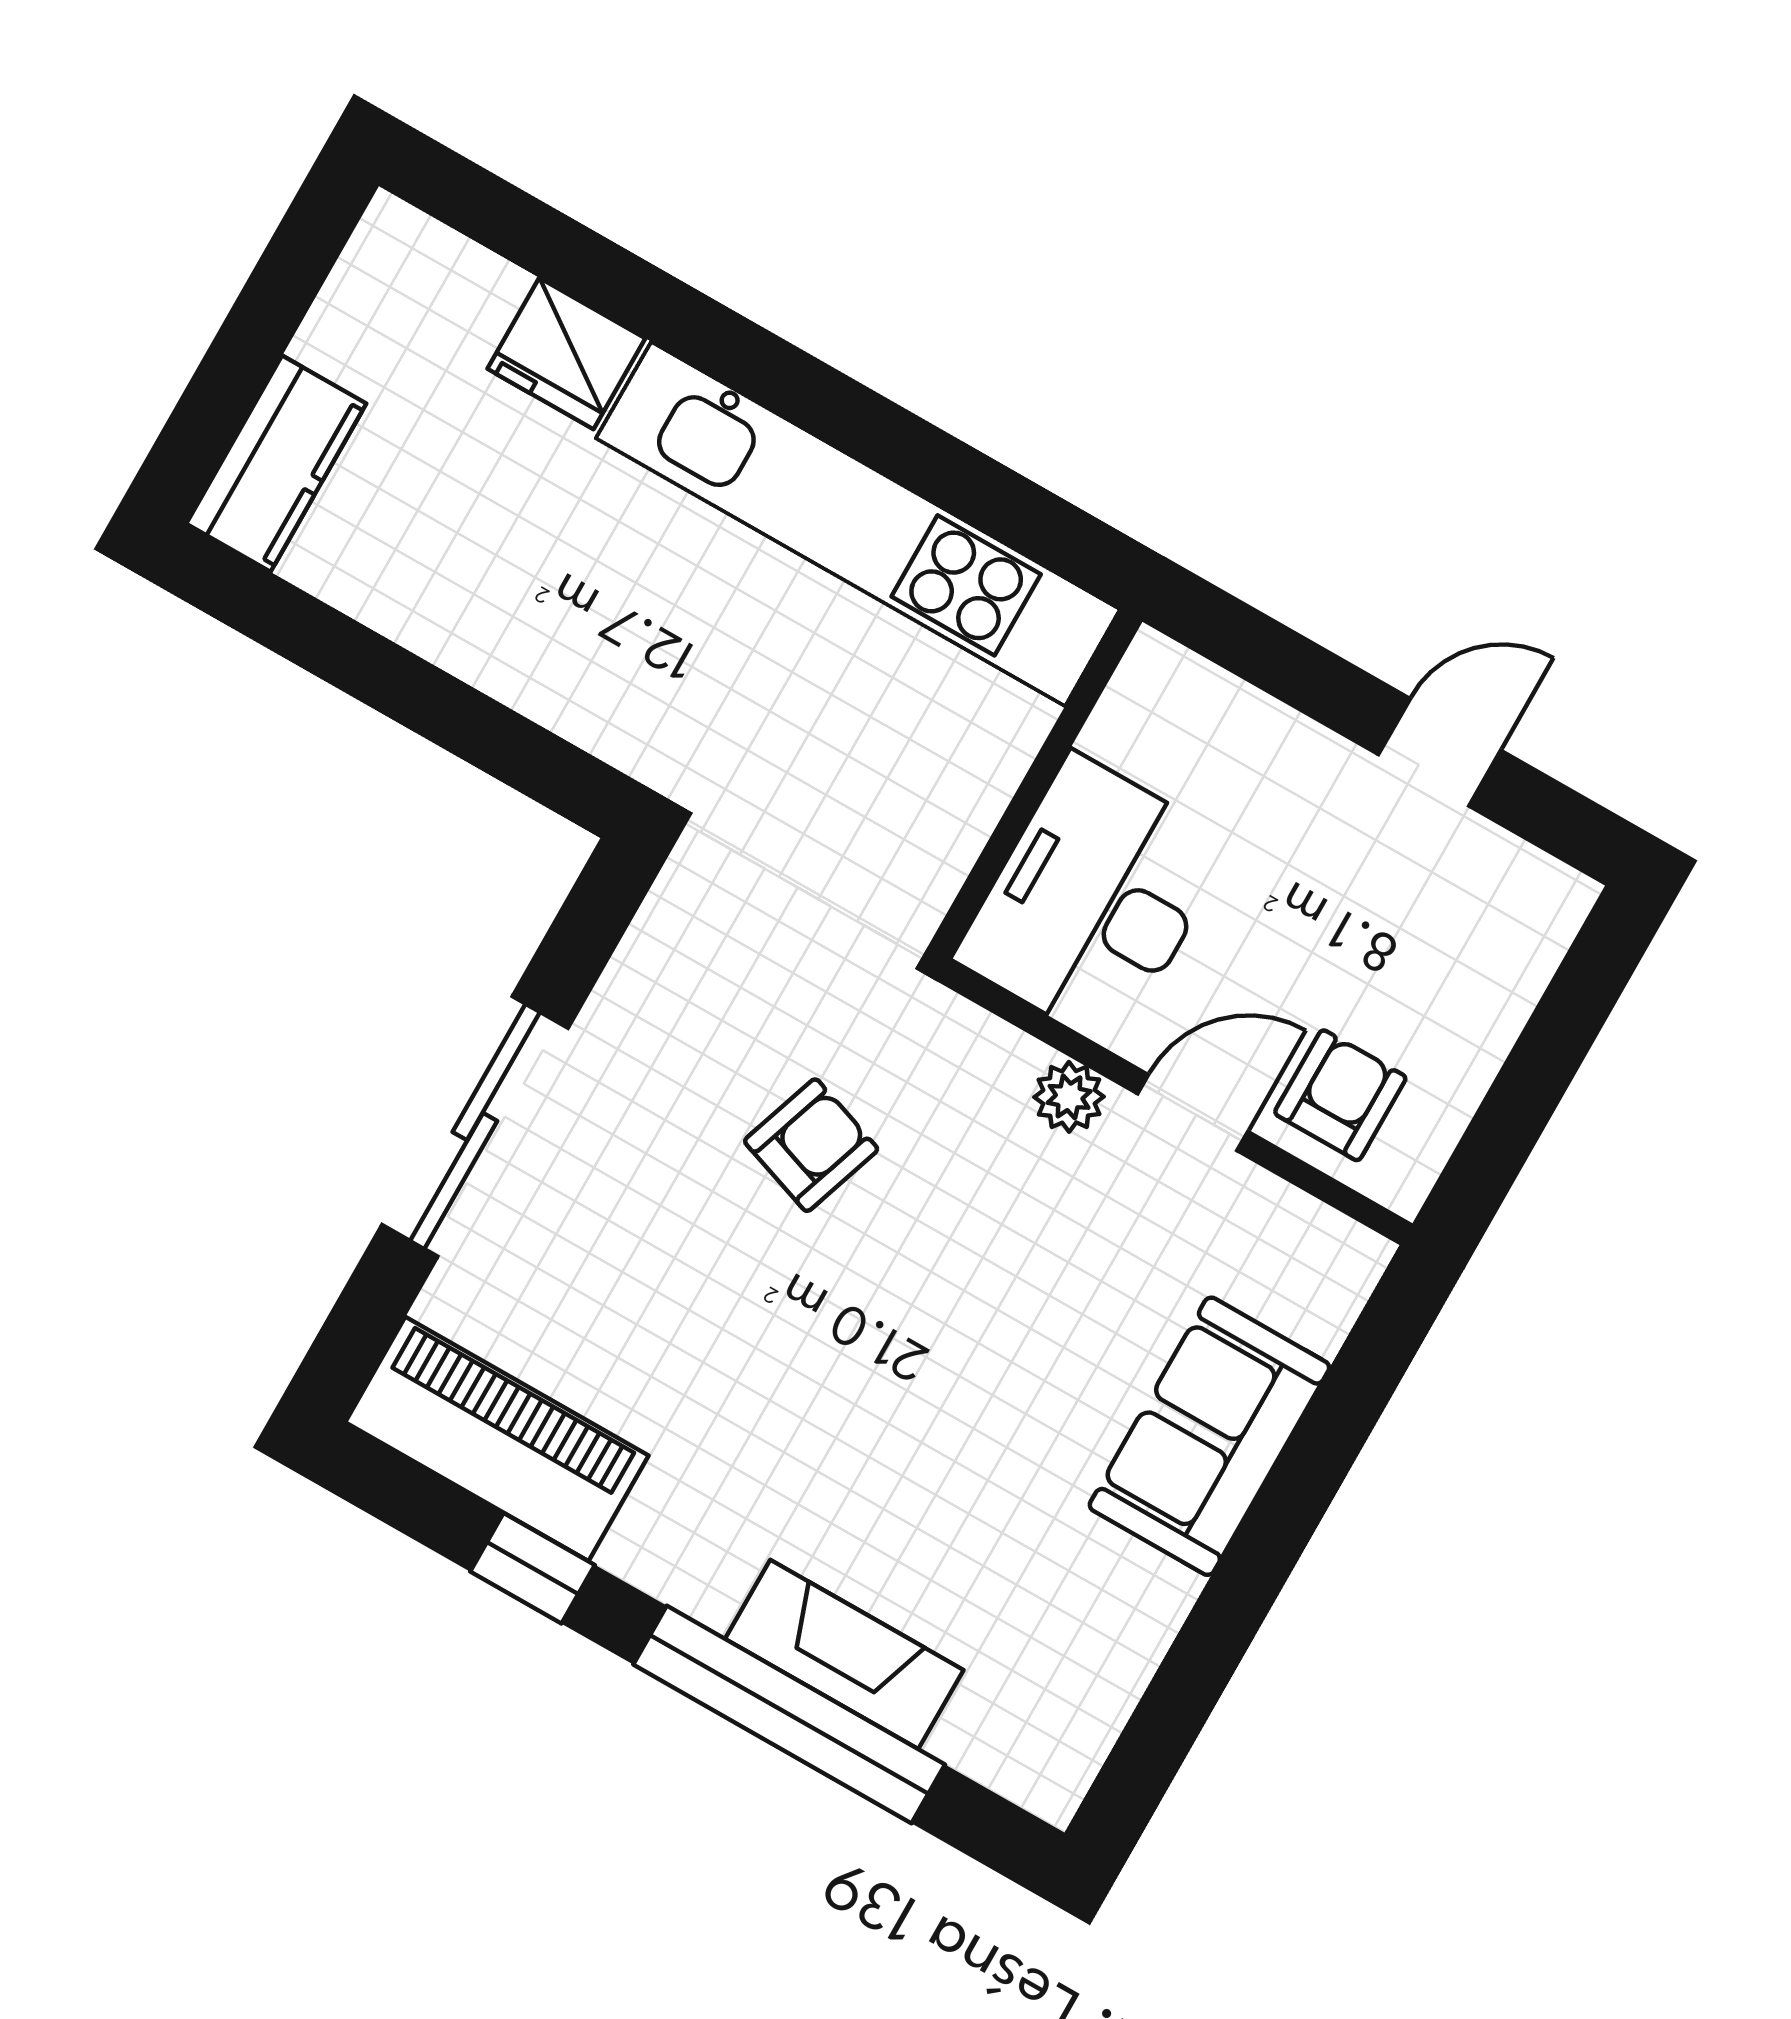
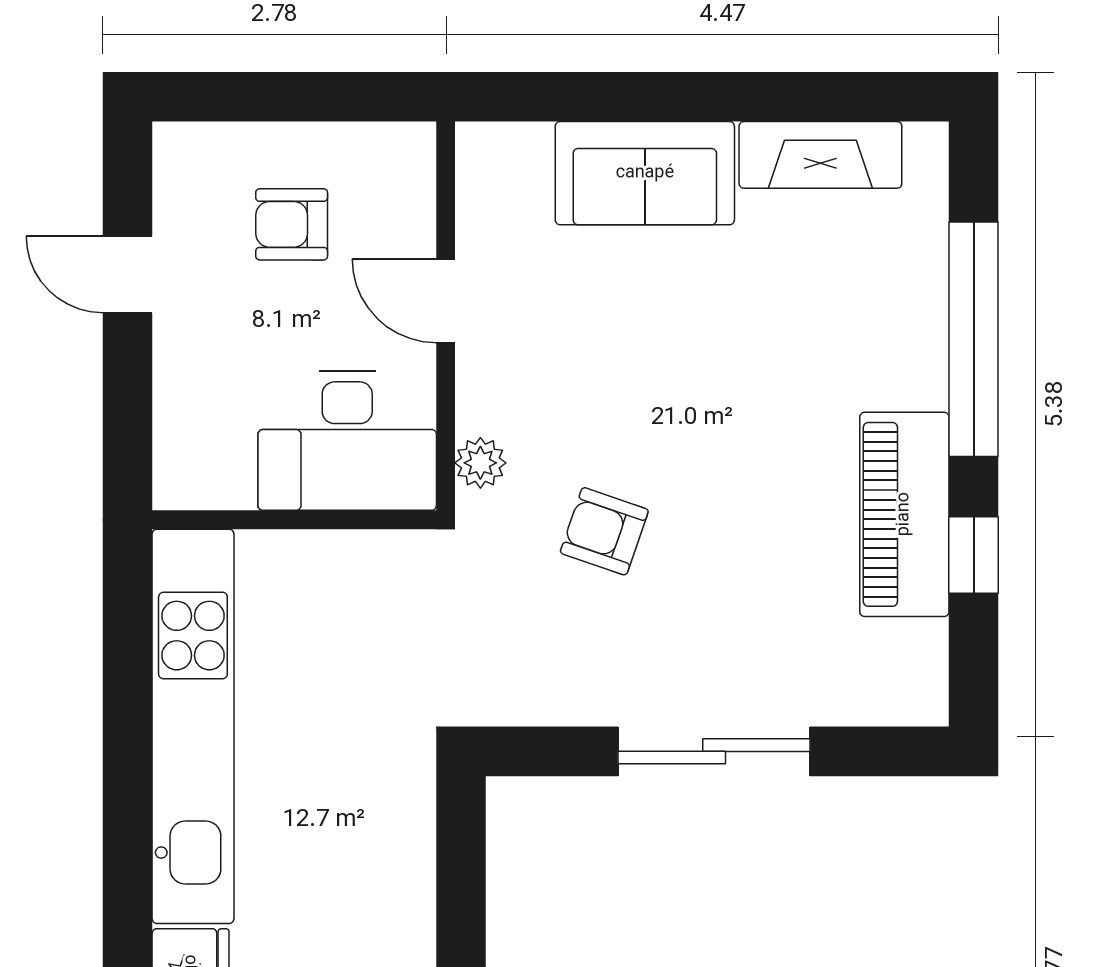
armchair: (1340, 1095) -> (292, 224), moved
plant: (1069, 1097) -> (480, 463), moved
piano: (497, 1439) -> (904, 514), moved
fireplace: (844, 1654) -> (820, 155), moved, turned -90

